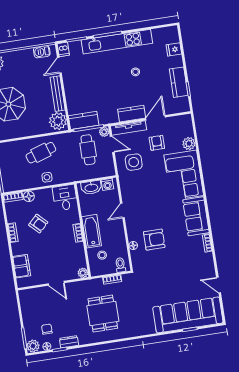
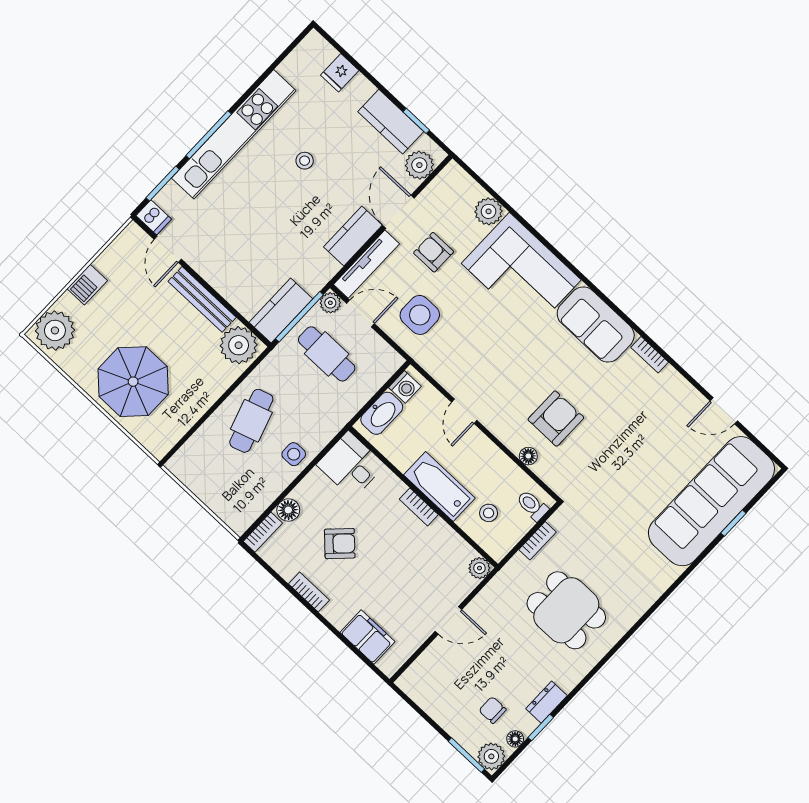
barbecue: (42, 52) -> (87, 285), moved
plant: (177, 107) -> (419, 165), added

